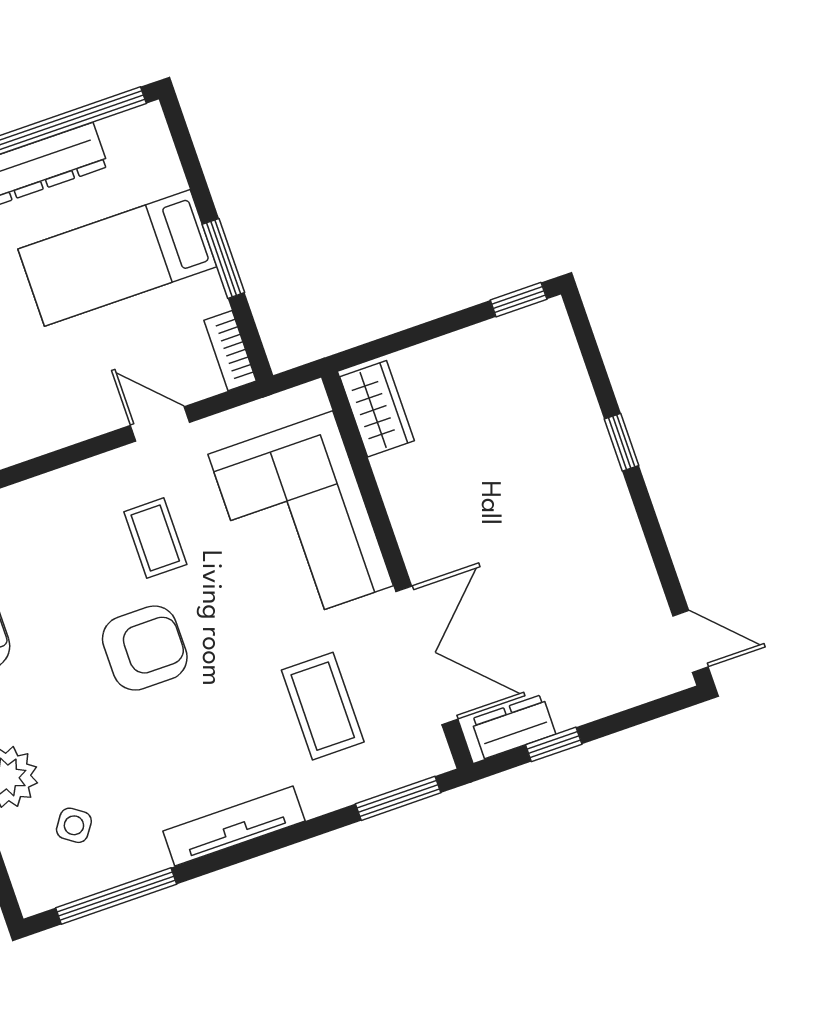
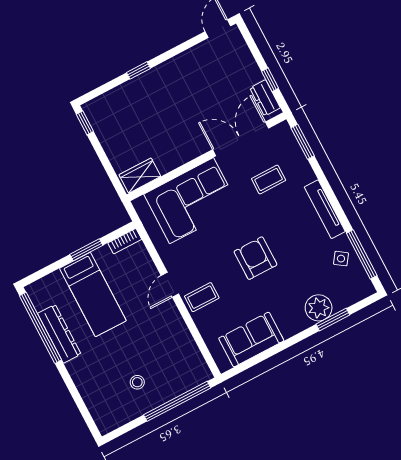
door: (160, 424) -> (170, 285), moved
coffee table: (155, 538) -> (202, 297), moved
coffee table: (323, 706) -> (269, 180), width x0.73, depth x0.77
side table: (74, 825) -> (341, 259), moved

